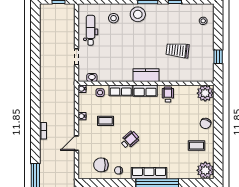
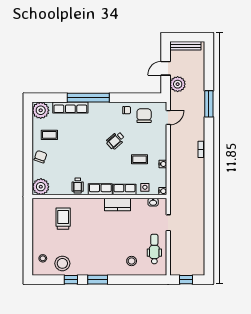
stool: (138, 14) -> (62, 263), moved
dental chair: (91, 30) -> (154, 249), turned 180
trolley: (178, 50) -> (63, 219), moved, turned -96
window: (218, 57) -> (28, 223), removed
kitchen counter: (146, 75) -> (118, 205), moved
door: (77, 143) -> (168, 118), moved
chair: (101, 165) -> (144, 116), turned -90
row of seats: (149, 173) -> (70, 107), moved

